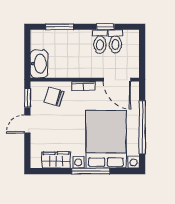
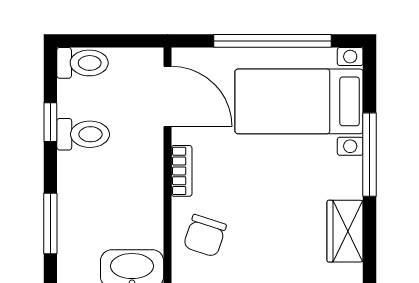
toilet: (115, 41) -> (83, 63), moved
door: (117, 80) -> (167, 96), hinge flipped
bed with nightstands: (106, 139) -> (299, 101), width x0.73

